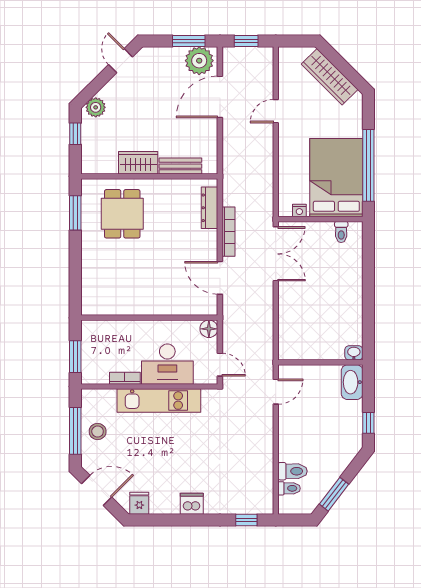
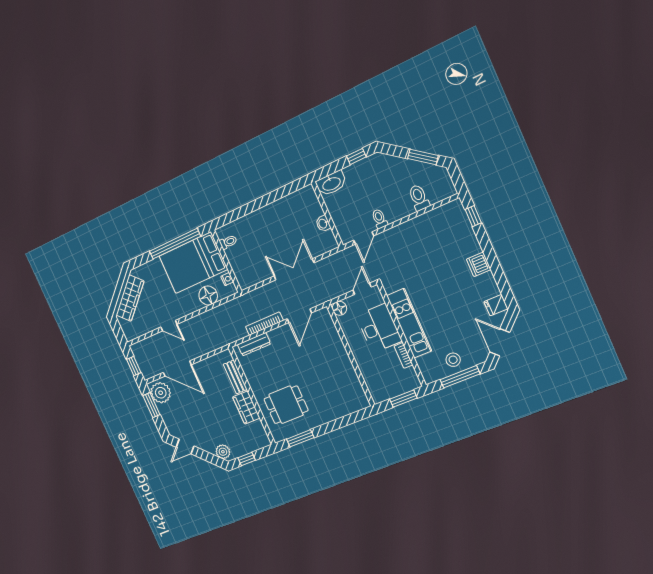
floor lamp: (290, 178) -> (208, 296), added
double door: (276, 254) -> (294, 269), moved
washbasin: (354, 353) -> (323, 224), moved
door: (276, 392) -> (364, 238), swing flipped
toilet: (289, 488) -> (379, 219), moved

